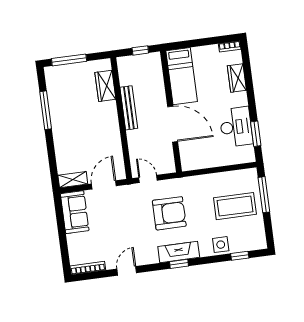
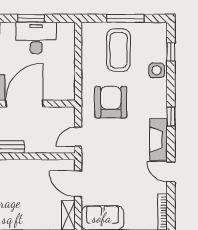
window: (256, 134) -> (31, 18), moved
window: (264, 195) -> (125, 18), moved
armchair: (169, 213) -> (111, 102), moved
fireplace: (179, 252) -> (158, 140), moved

